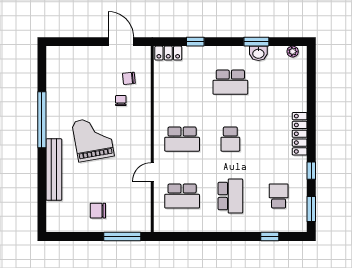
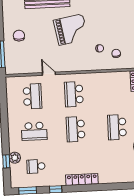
school desk: (230, 139) -> (76, 129), width x1.85
school desk: (182, 196) -> (33, 96), turned 180
school desk: (279, 196) -> (36, 166), turned 180
plant: (265, 225) -> (15, 158), added

